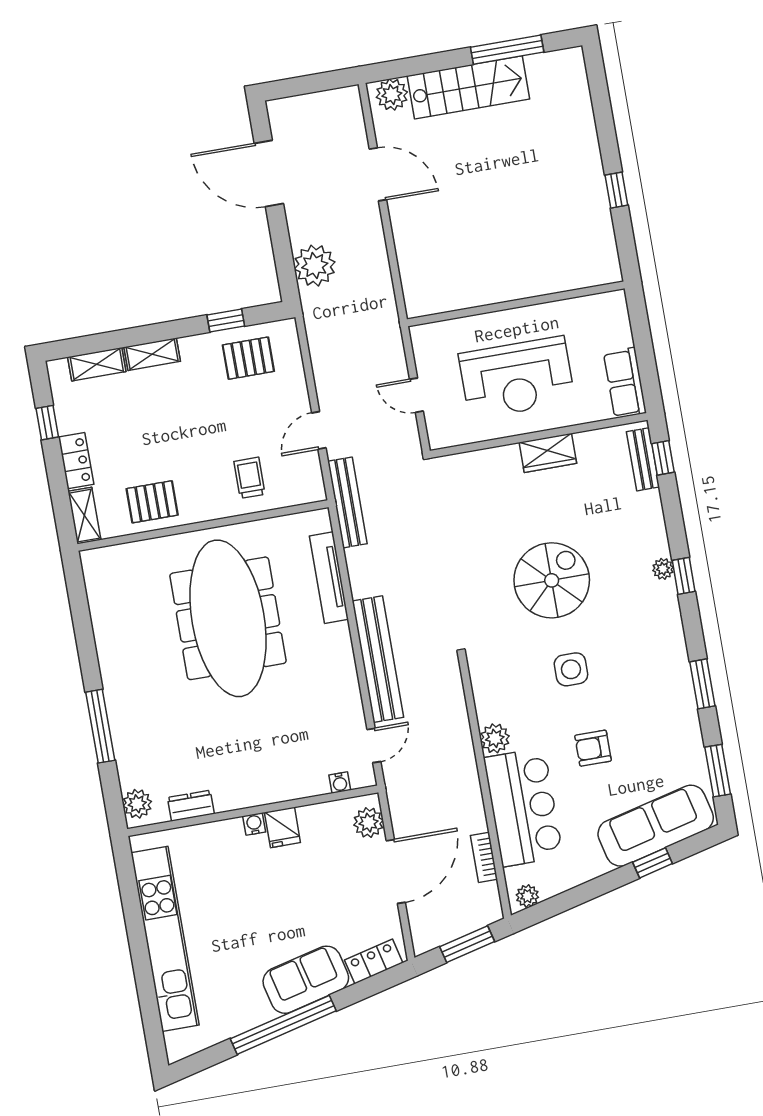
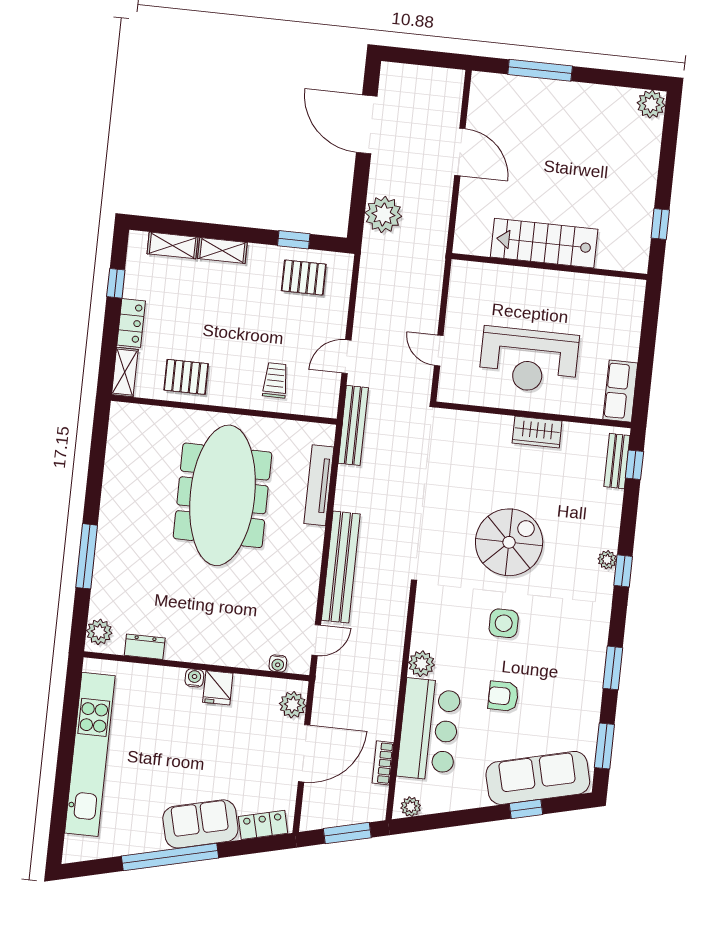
window: (507, 50) -> (540, 70), moved
stairs: (468, 87) -> (544, 243), moved, turned 180
plant: (392, 95) -> (651, 104), moved
wall: (516, 304) -> (549, 267), moved

